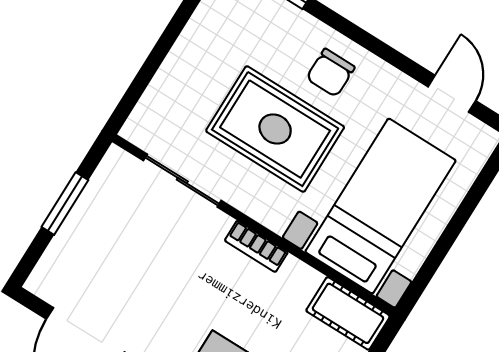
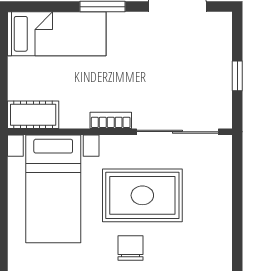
sliding door: (182, 181) -> (178, 132), width x1.37
window: (65, 204) -> (237, 76), width x0.67

